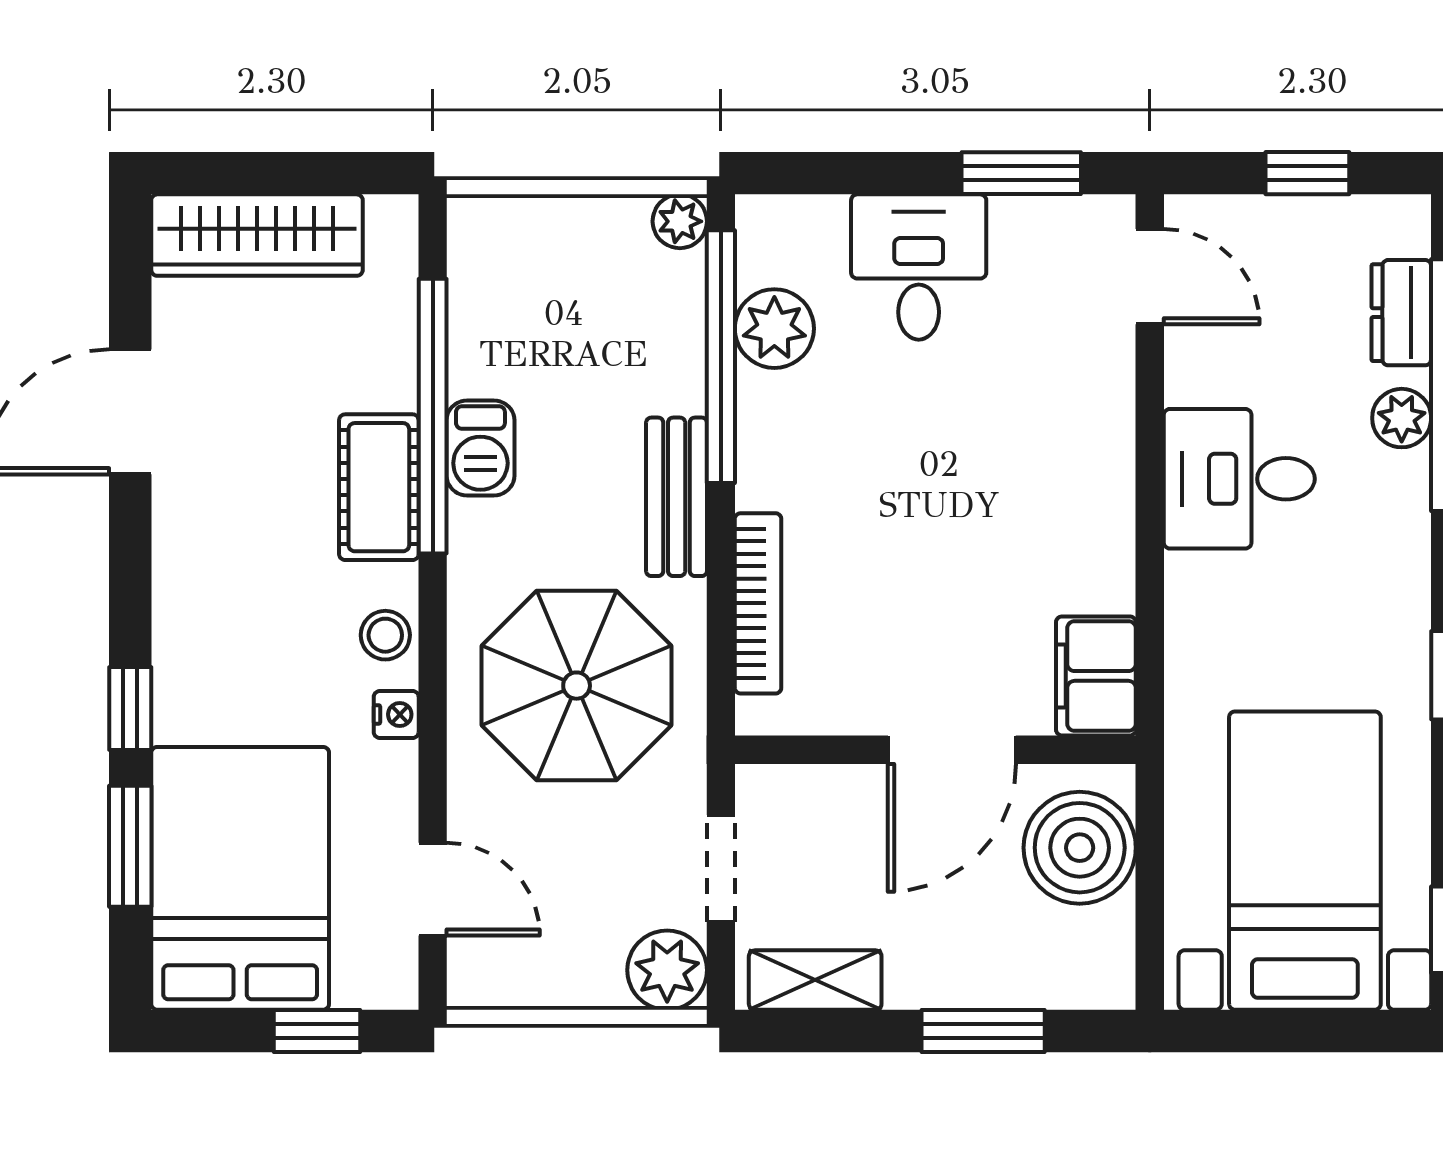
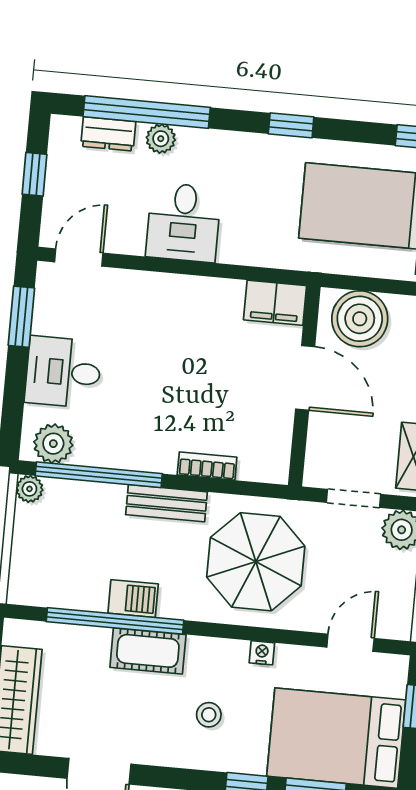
plant: (774, 329) -> (53, 444), moved
bookcase: (758, 603) -> (207, 466), width x0.64
stool: (385, 635) -> (209, 715), moved

